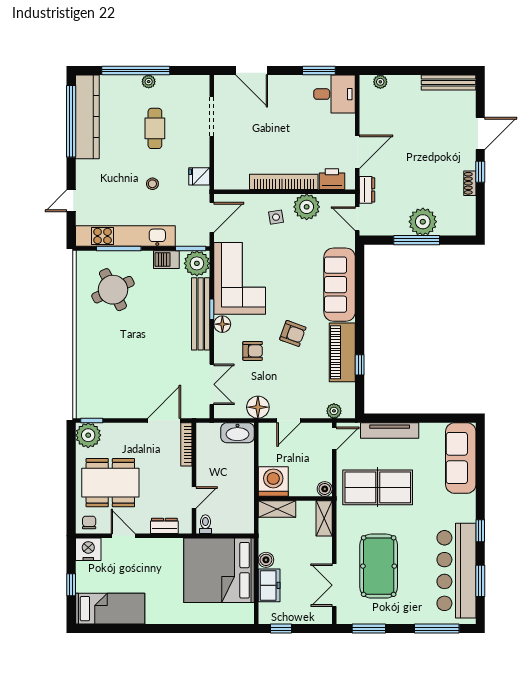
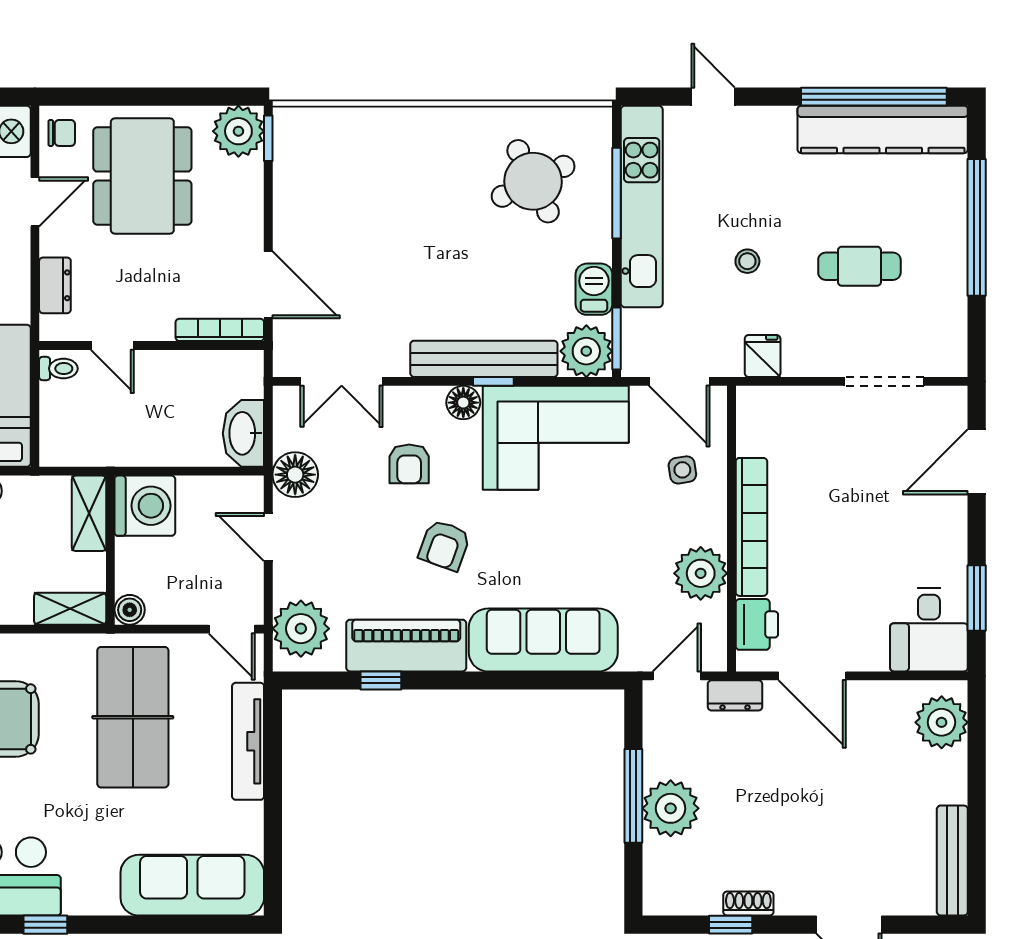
plant: (149, 82) -> (954, 253), removed
plant: (380, 82) -> (942, 722), width x1.88, depth x1.88
window: (480, 172) -> (731, 925), moved
side table: (276, 217) -> (682, 470), moved
plant: (334, 411) -> (301, 629), width x1.88, depth x1.88

